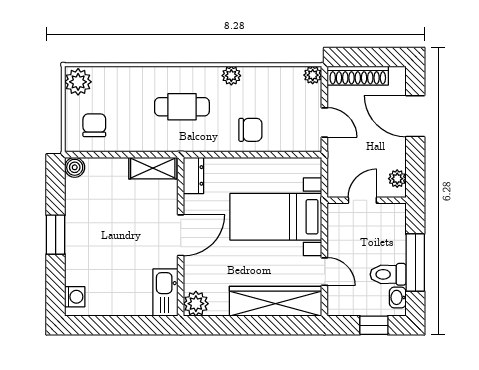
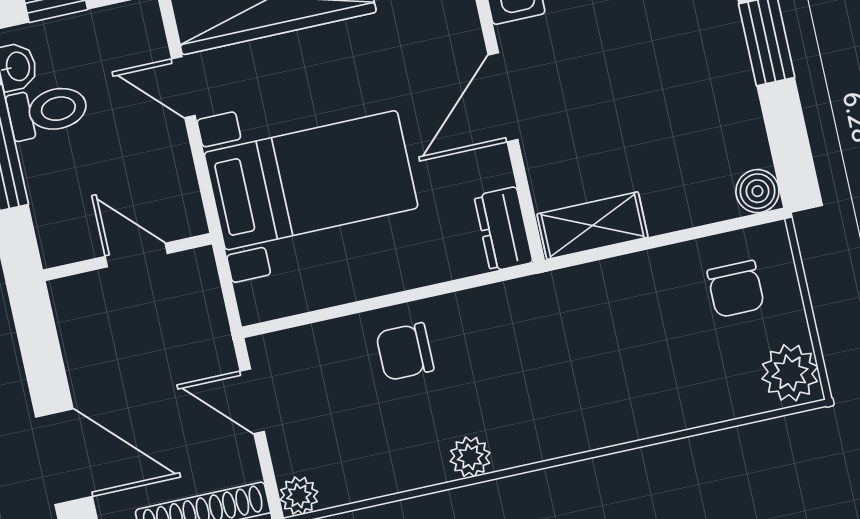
cafe table: (182, 107) -> (560, 368), removed
plant: (397, 179) -> (73, 317), removed
door: (362, 200) -> (136, 255), swing flipped

